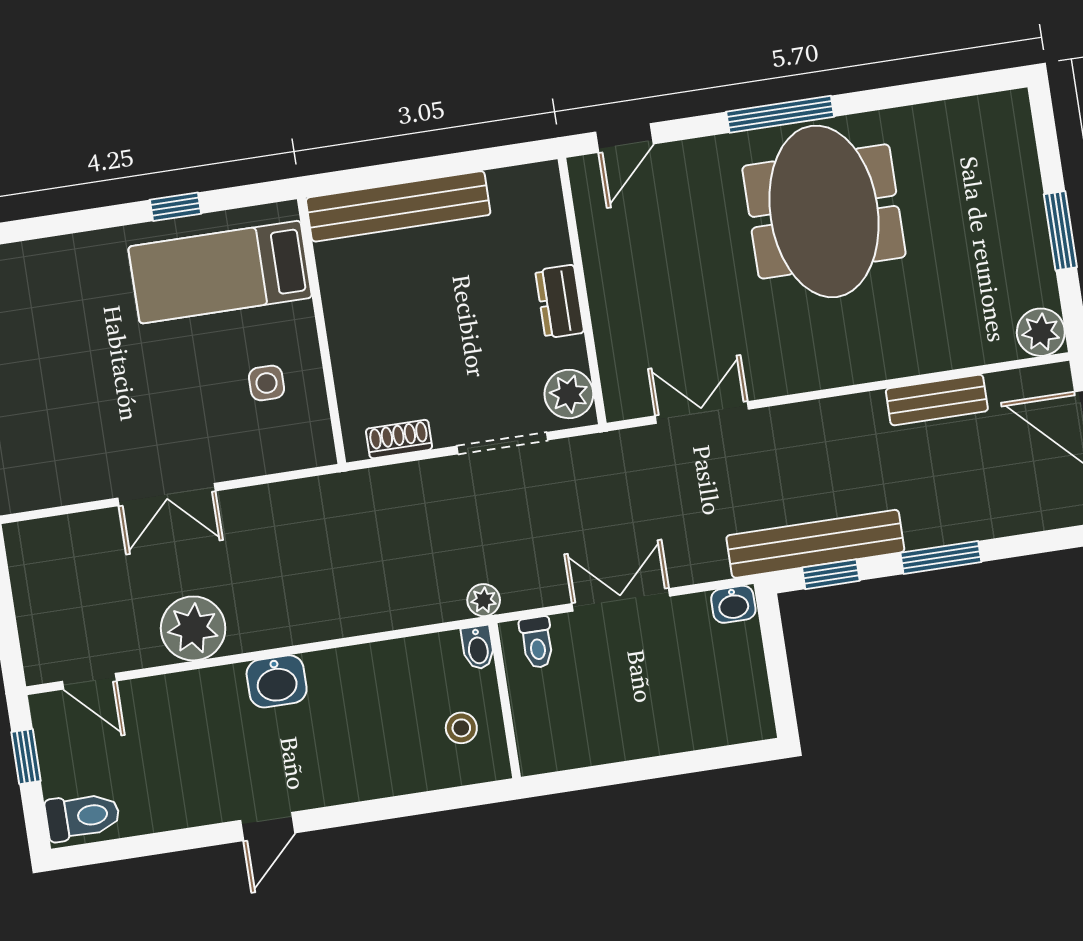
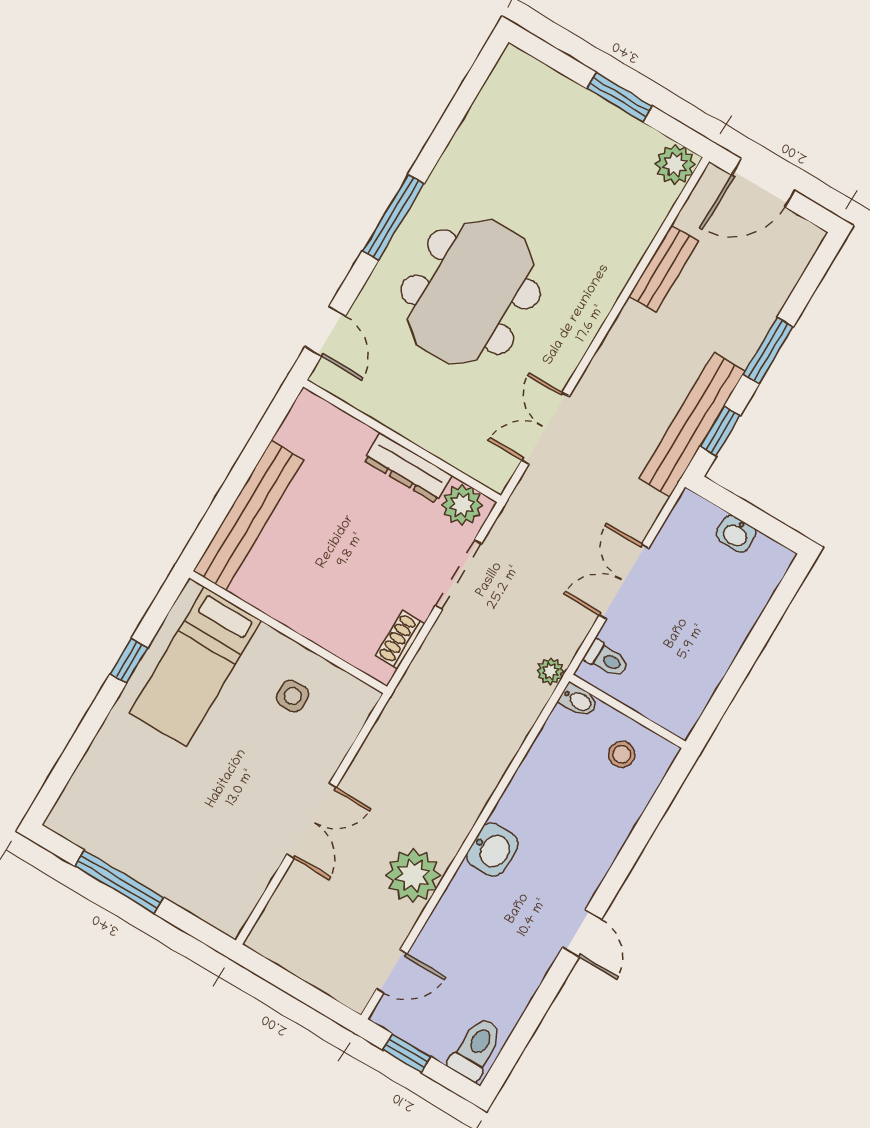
meeting table: (824, 211) -> (471, 292), moved, turned 90
dresser: (560, 301) -> (408, 468), width x1.44
washbasin: (733, 604) -> (736, 534), moved, turned 90

